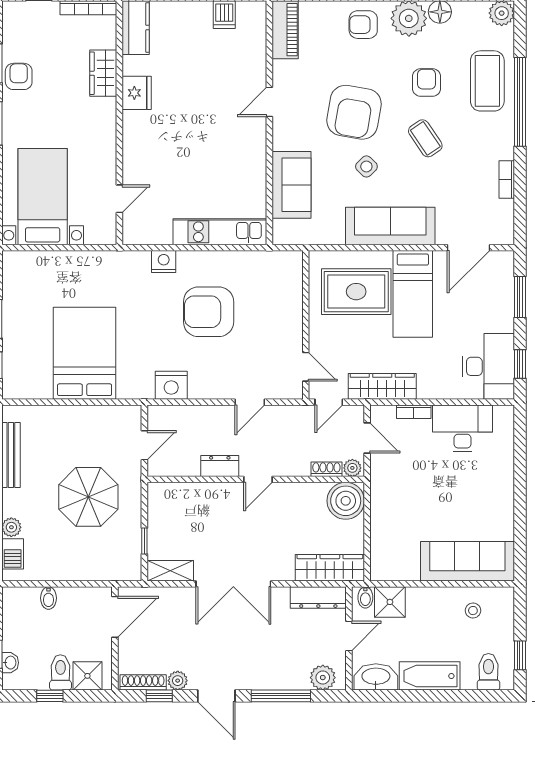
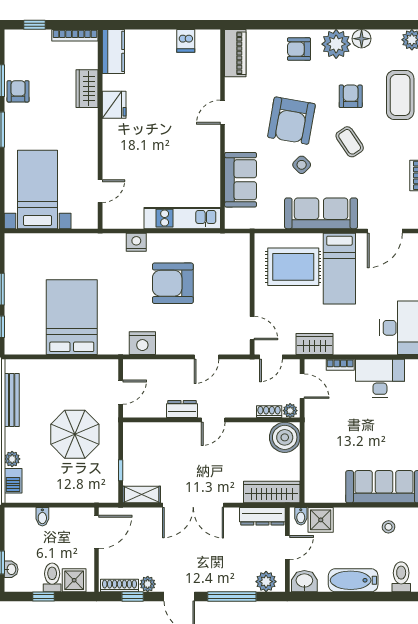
wardrobe: (382, 386) -> (315, 344), width x0.67
washbasin: (376, 677) -> (304, 581), width x0.72

